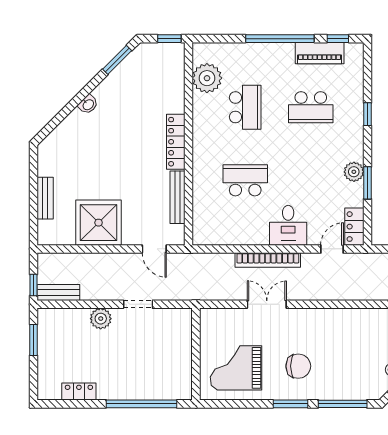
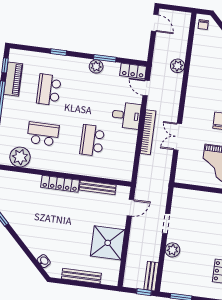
washbasin: (88, 104) -> (44, 261), moved
school desk: (311, 107) -> (49, 90), turned 180
bench: (45, 198) -> (81, 276), width x1.36
plant: (370, 290) -> (177, 66), added

